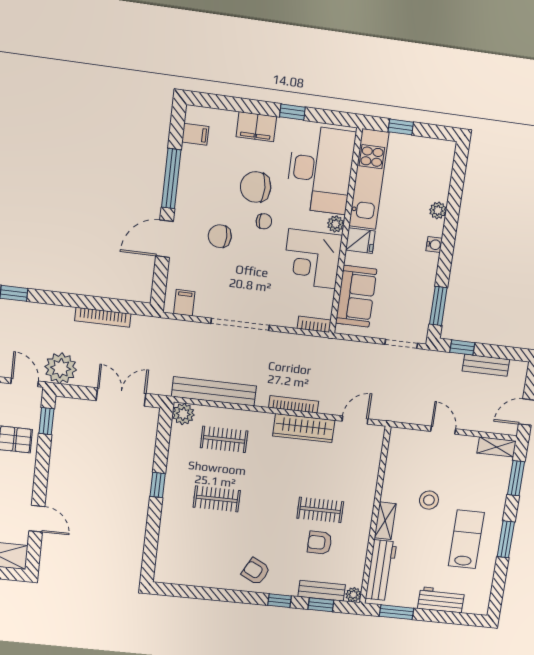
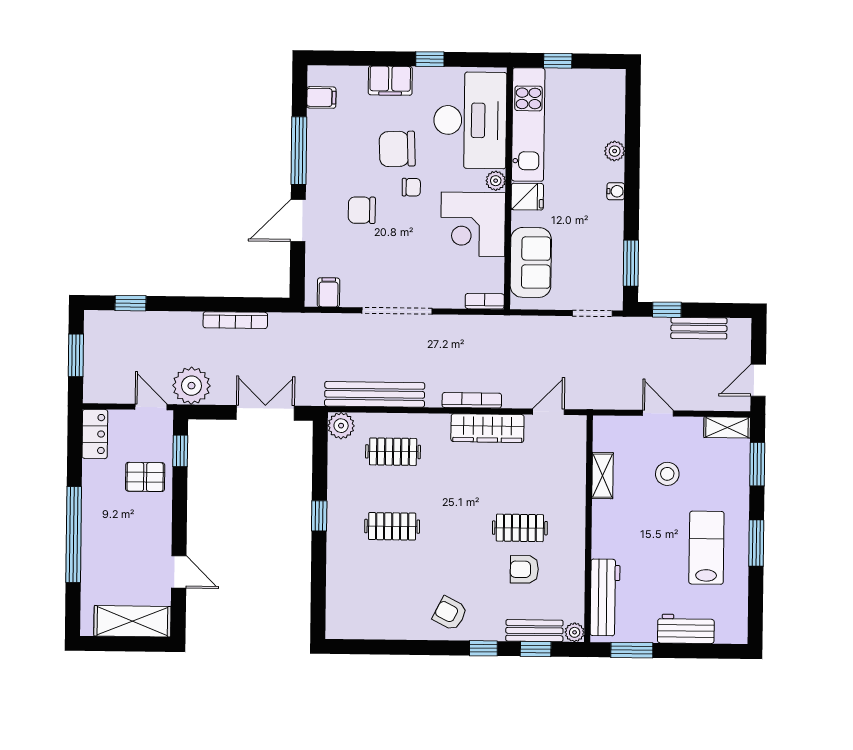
stool: (429, 500) -> (667, 474), moved
shelving: (385, 521) -> (603, 476), moved

